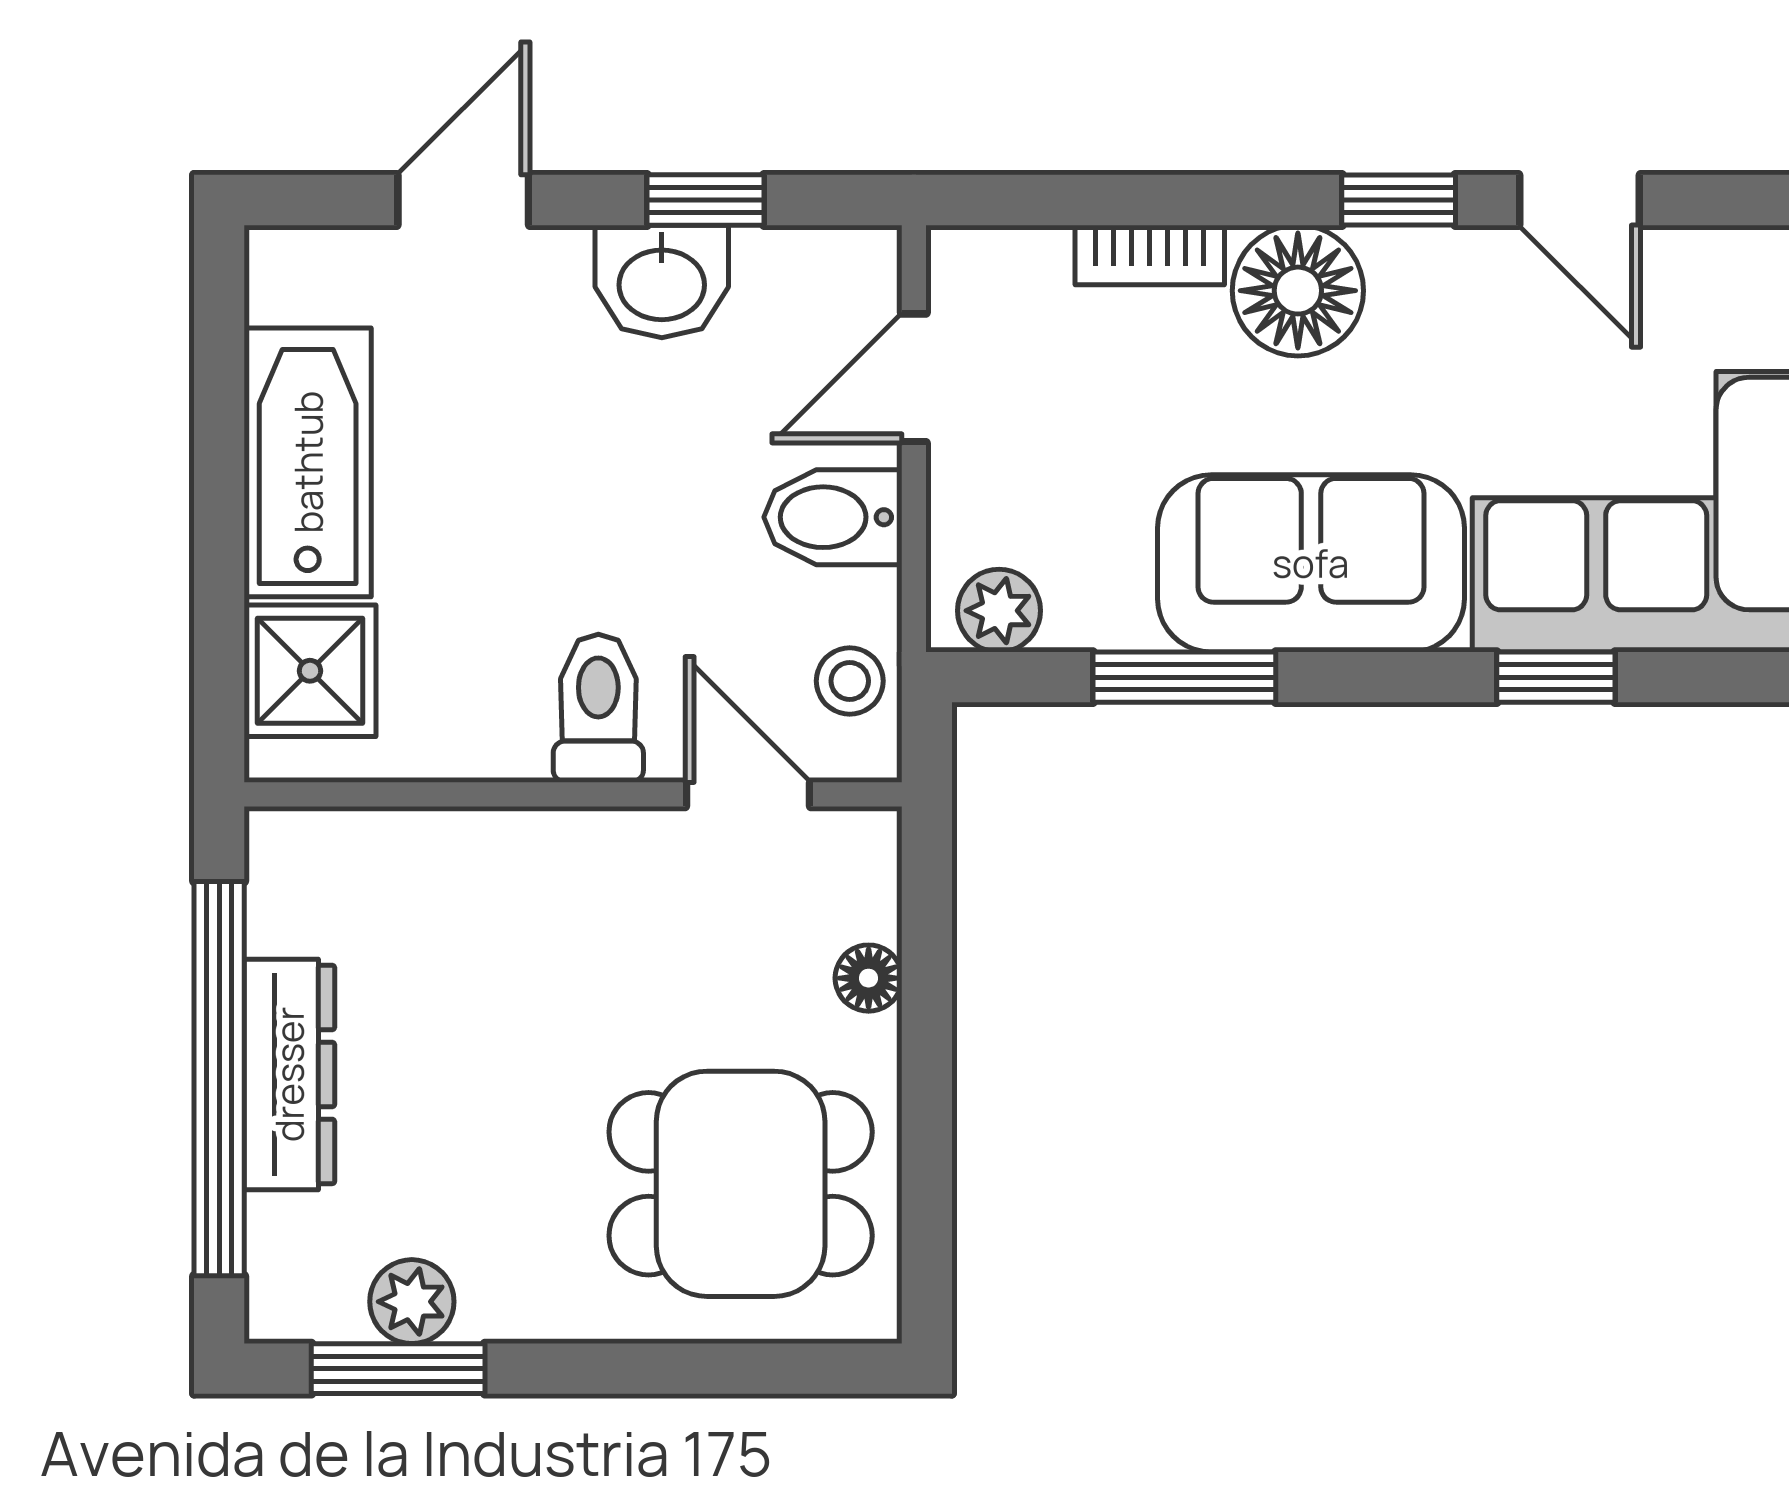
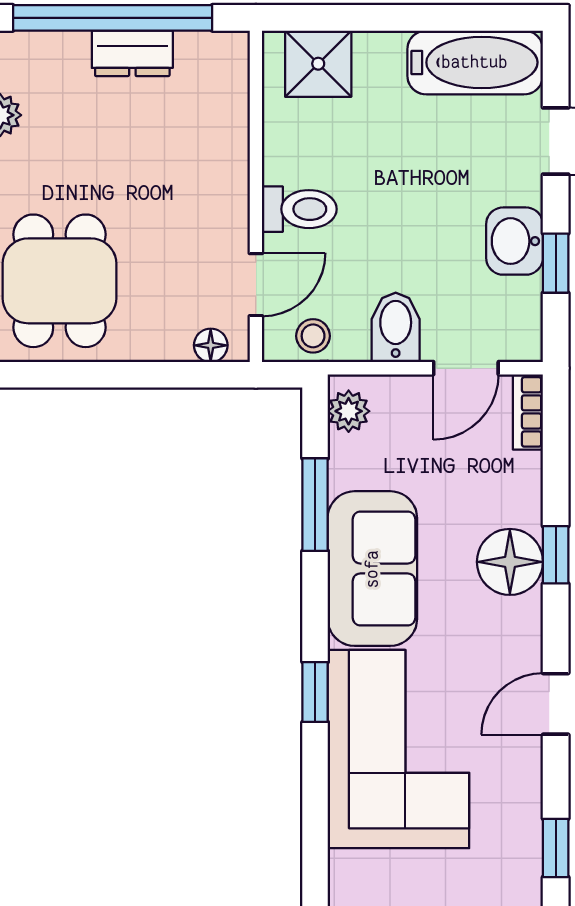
window: (1399, 200) -> (556, 555), moved
bookcase: (1150, 255) -> (528, 412), moved
door: (914, 378) -> (466, 368), swing flipped
bathtub: (308, 462) -> (475, 62), moved
floor lamp: (869, 978) -> (211, 345), moved
dresser: (289, 1074) -> (132, 53), width x0.70

